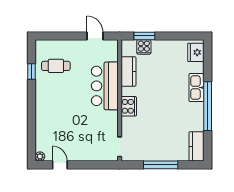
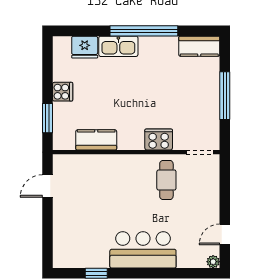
cooker: (144, 47) -> (63, 92), moved
fridge: (196, 52) -> (85, 47), moved
cafe table: (56, 66) -> (166, 180), moved
bar counter: (105, 86) -> (143, 250), moved, turned 180
cooker: (129, 106) -> (159, 140), moved

